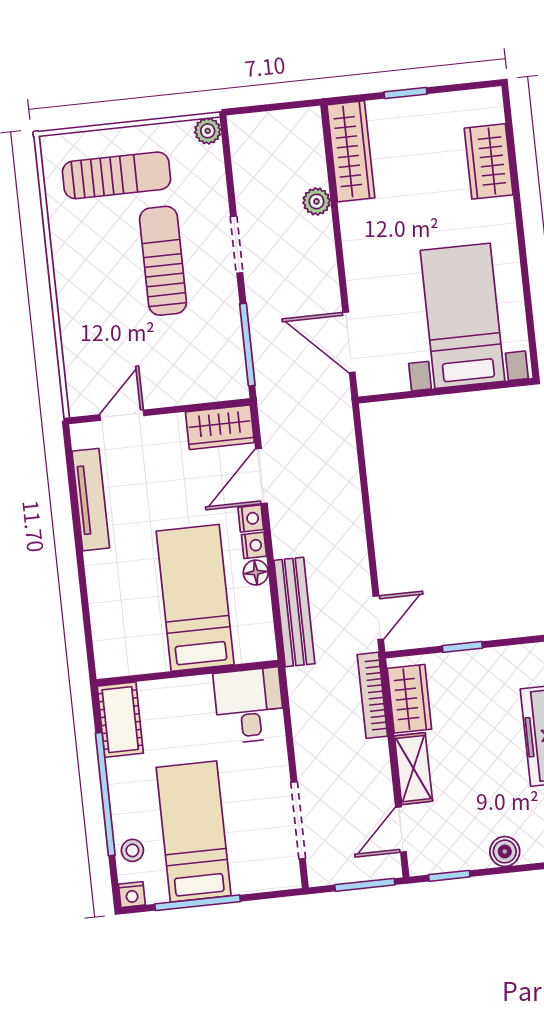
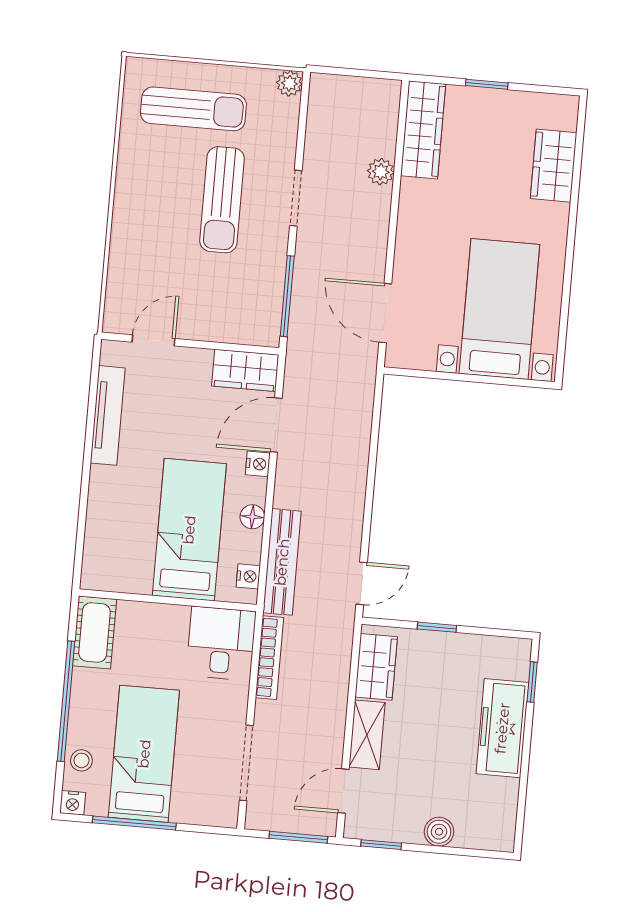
sun lounger: (163, 261) -> (222, 200), turned 180
nightstand: (254, 545) -> (248, 576), moved
bookcase: (372, 695) -> (270, 658), moved, turned 180

